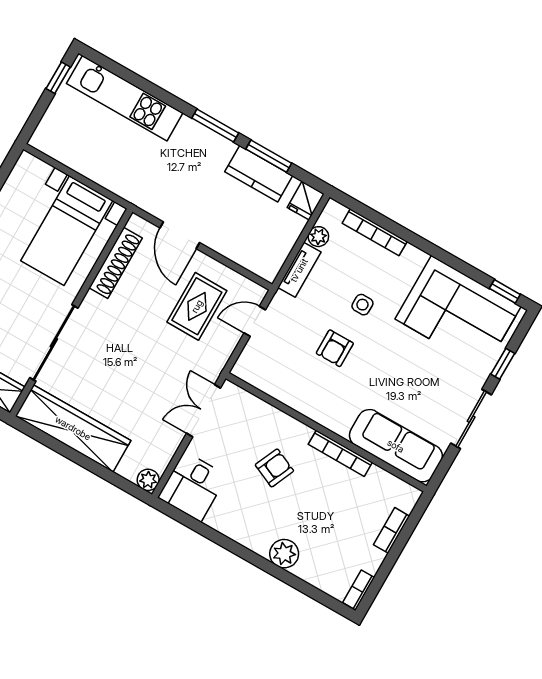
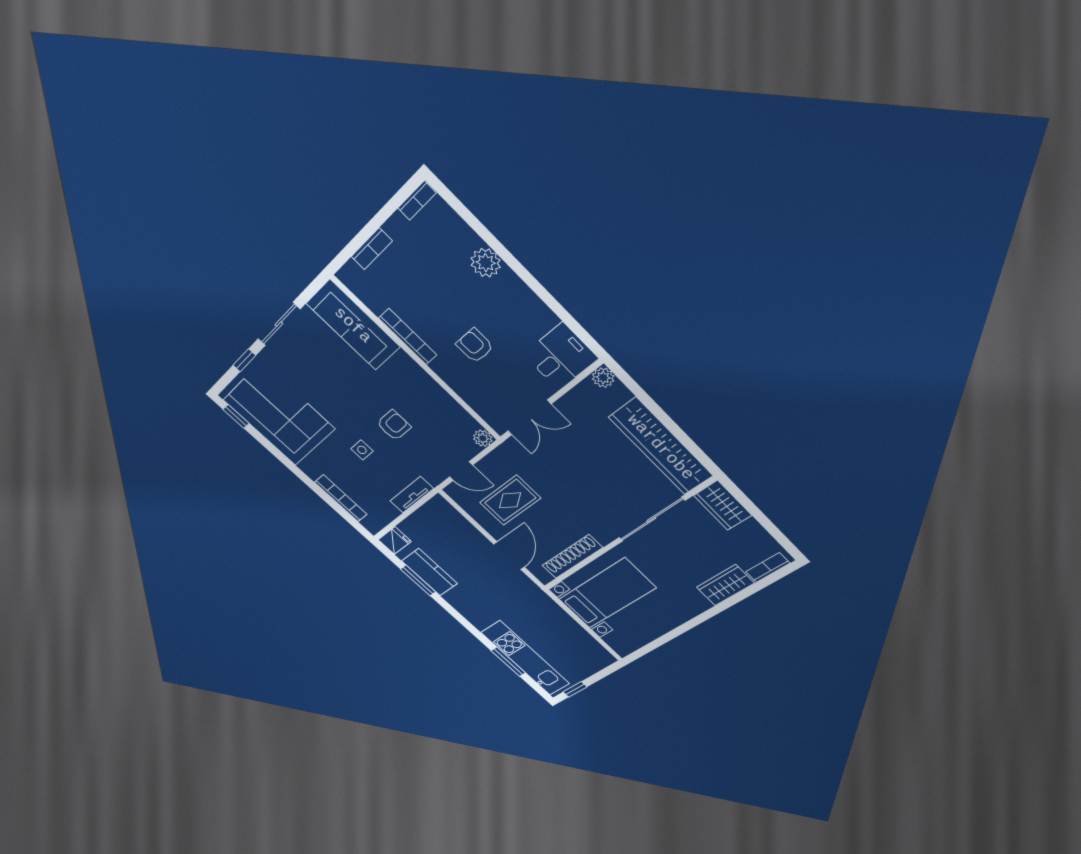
window: (215, 126) -> (508, 662), moved
plant: (318, 237) -> (483, 438), moved
armchair: (274, 468) -> (475, 346), turned 66

